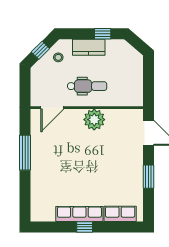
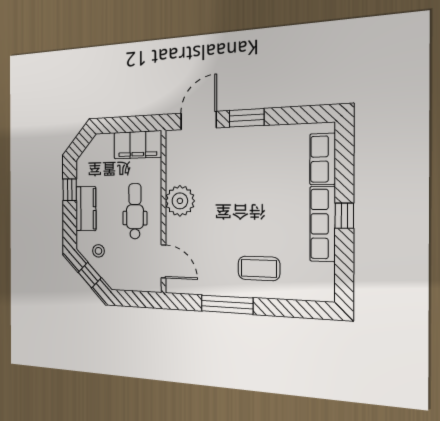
filing cabinet: (134, 88) -> (138, 145), added
coffee table: (50, 174) -> (259, 268), added
window: (148, 177) -> (247, 118), moved

